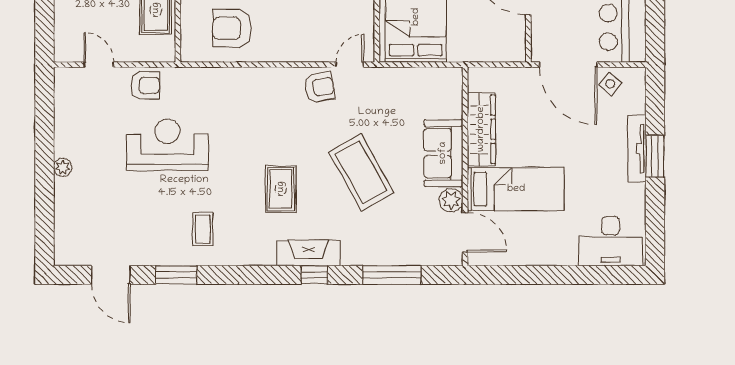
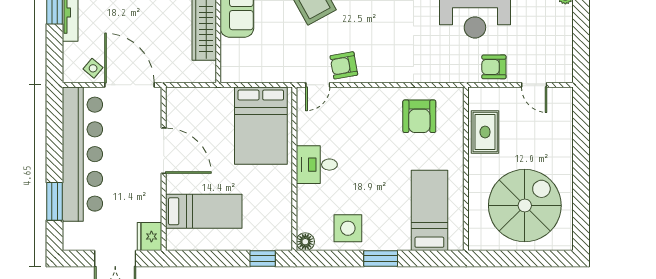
armchair: (232, 28) -> (419, 116), turned 90

